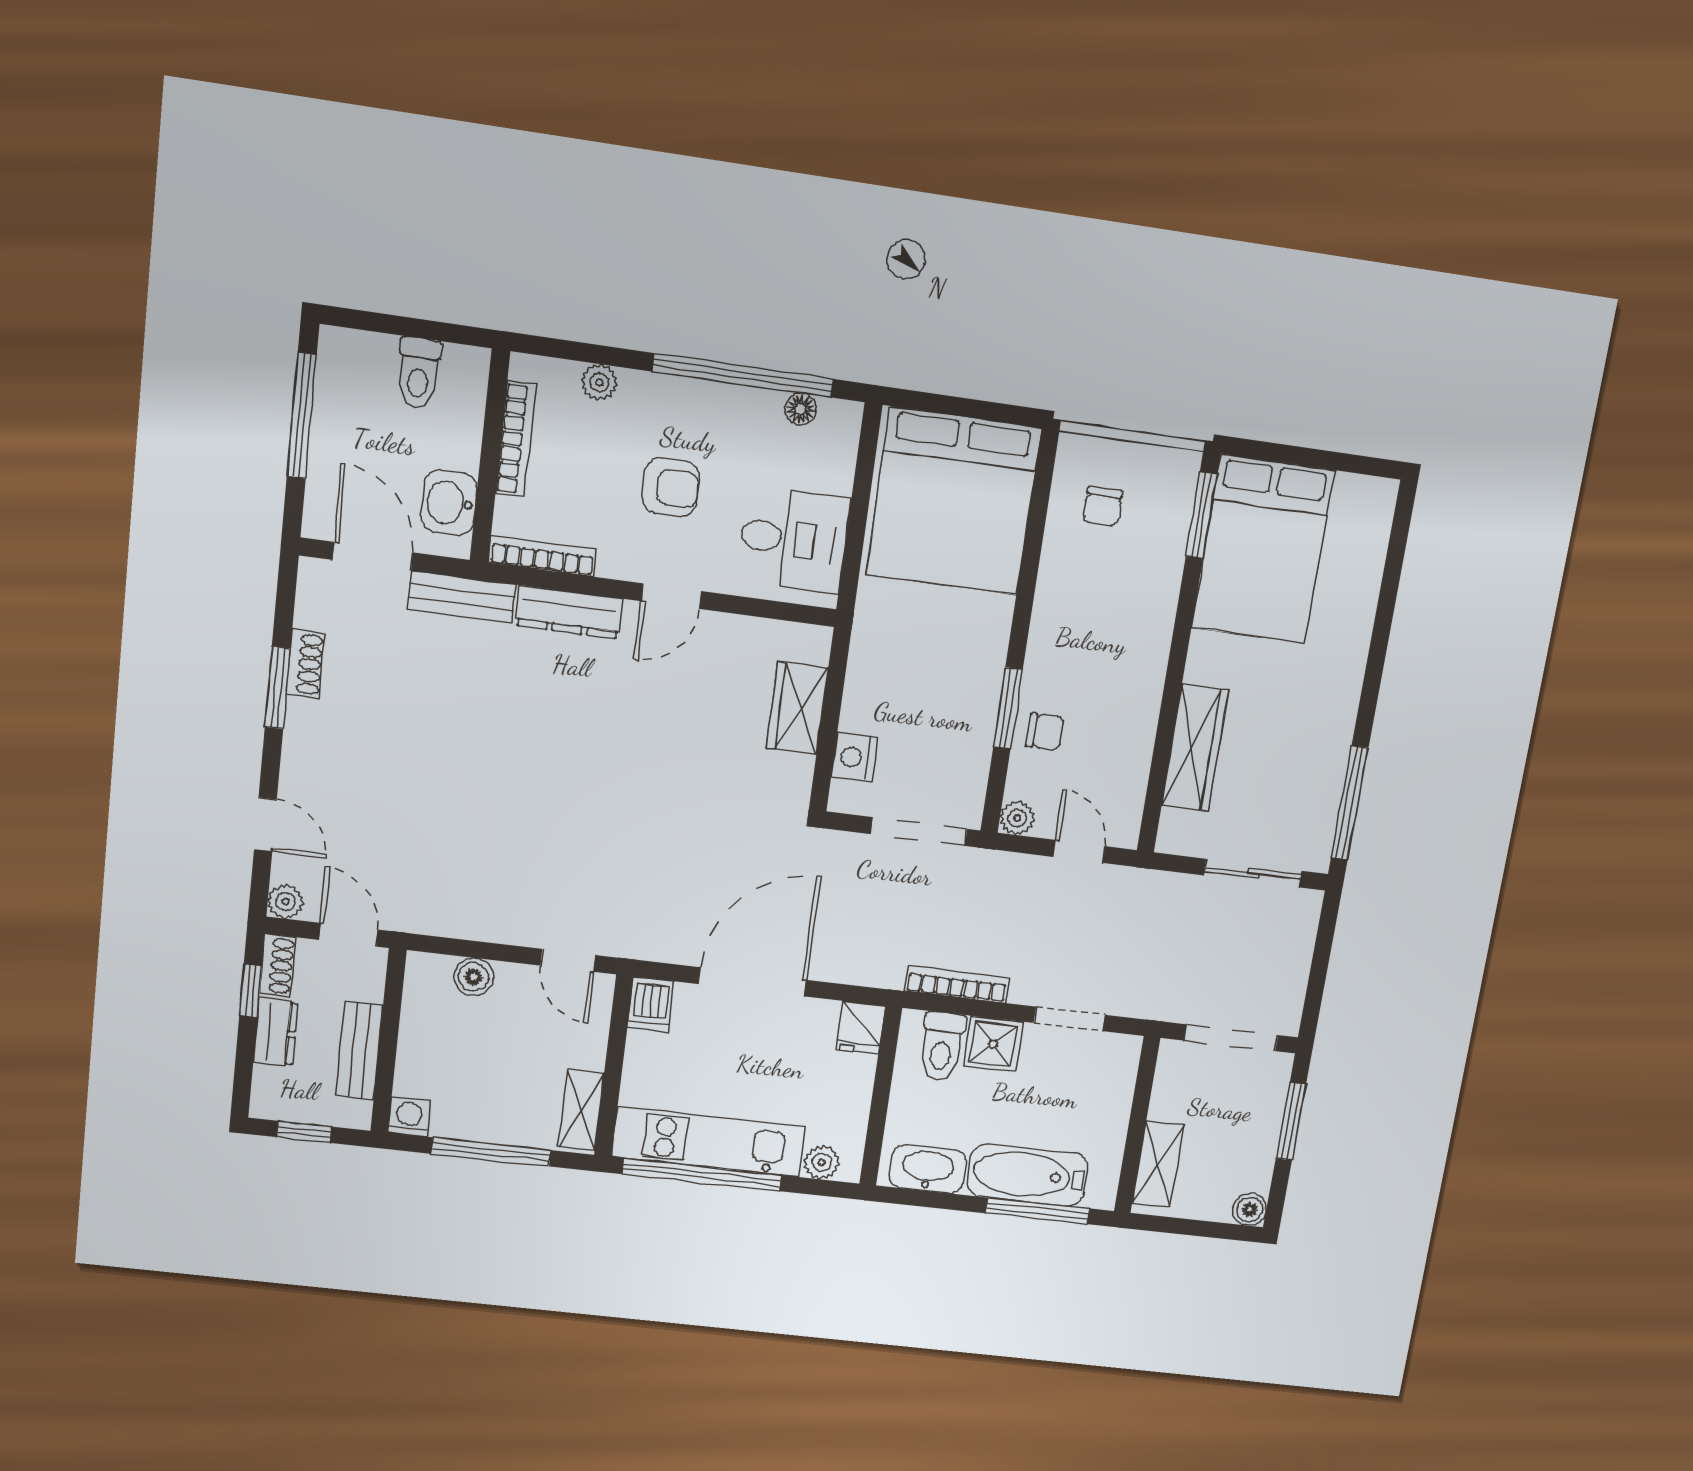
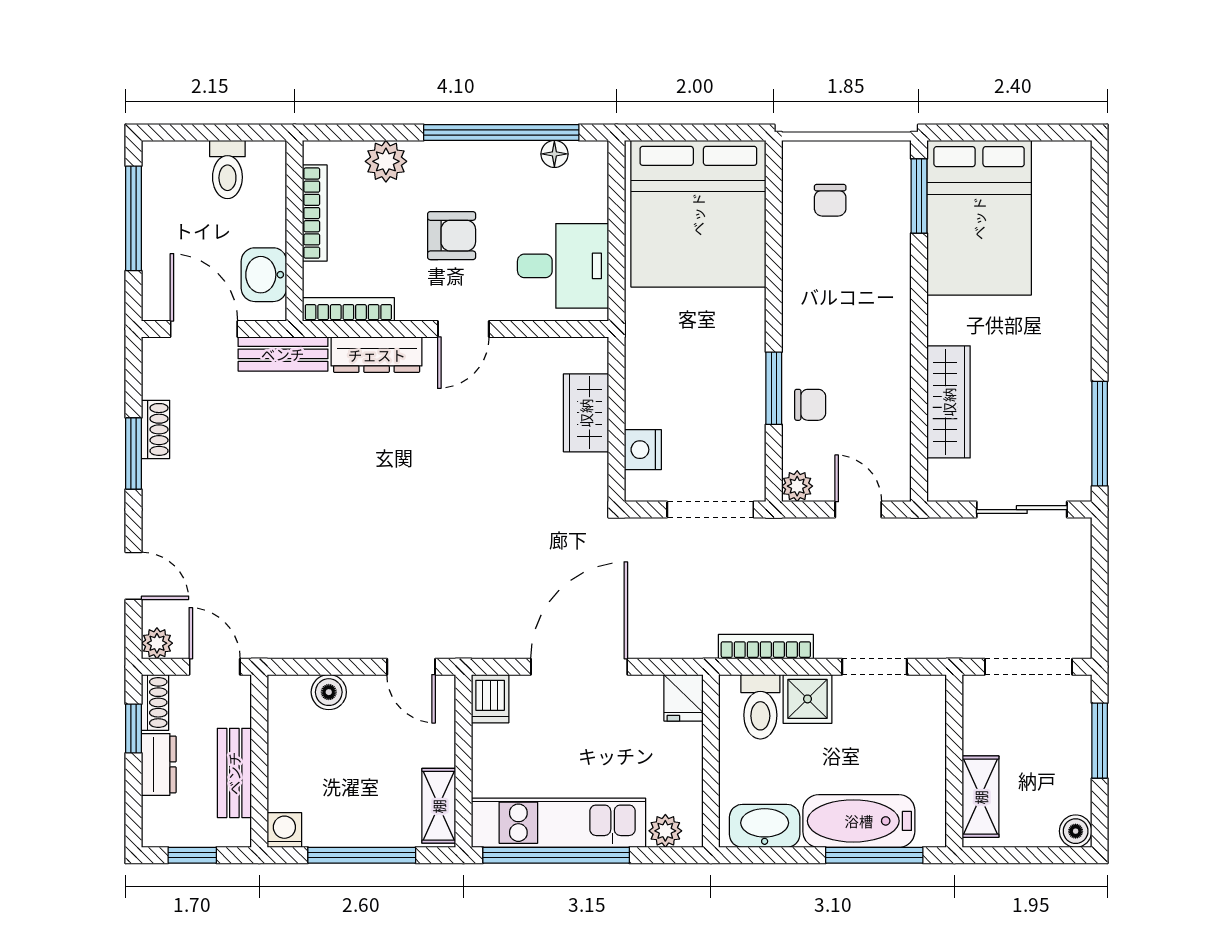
plant: (599, 382) -> (386, 161), width x1.38, depth x1.38

